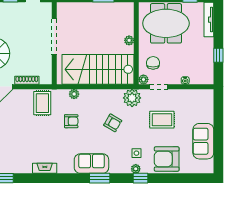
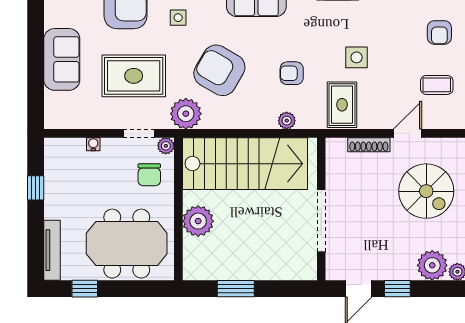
plant: (129, 40) -> (198, 221), width x1.88, depth x1.88
rug: (162, 120) -> (134, 76), width x1.36, depth x1.43
armchair: (113, 123) -> (219, 70), width x1.88, depth x1.88
side table: (34, 130) -> (357, 57), added
sofa: (203, 141) -> (62, 59), moved

